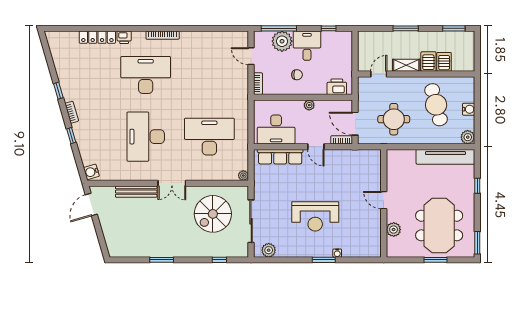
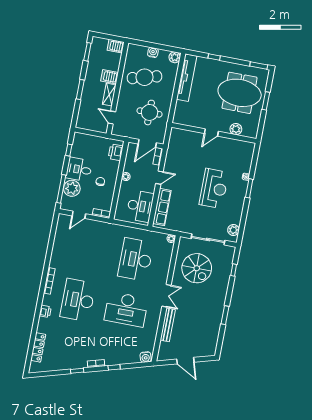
locker: (97, 37) -> (38, 347), moved
server rack: (444, 62) -> (116, 46), moved
door: (91, 204) -> (185, 361), moved

